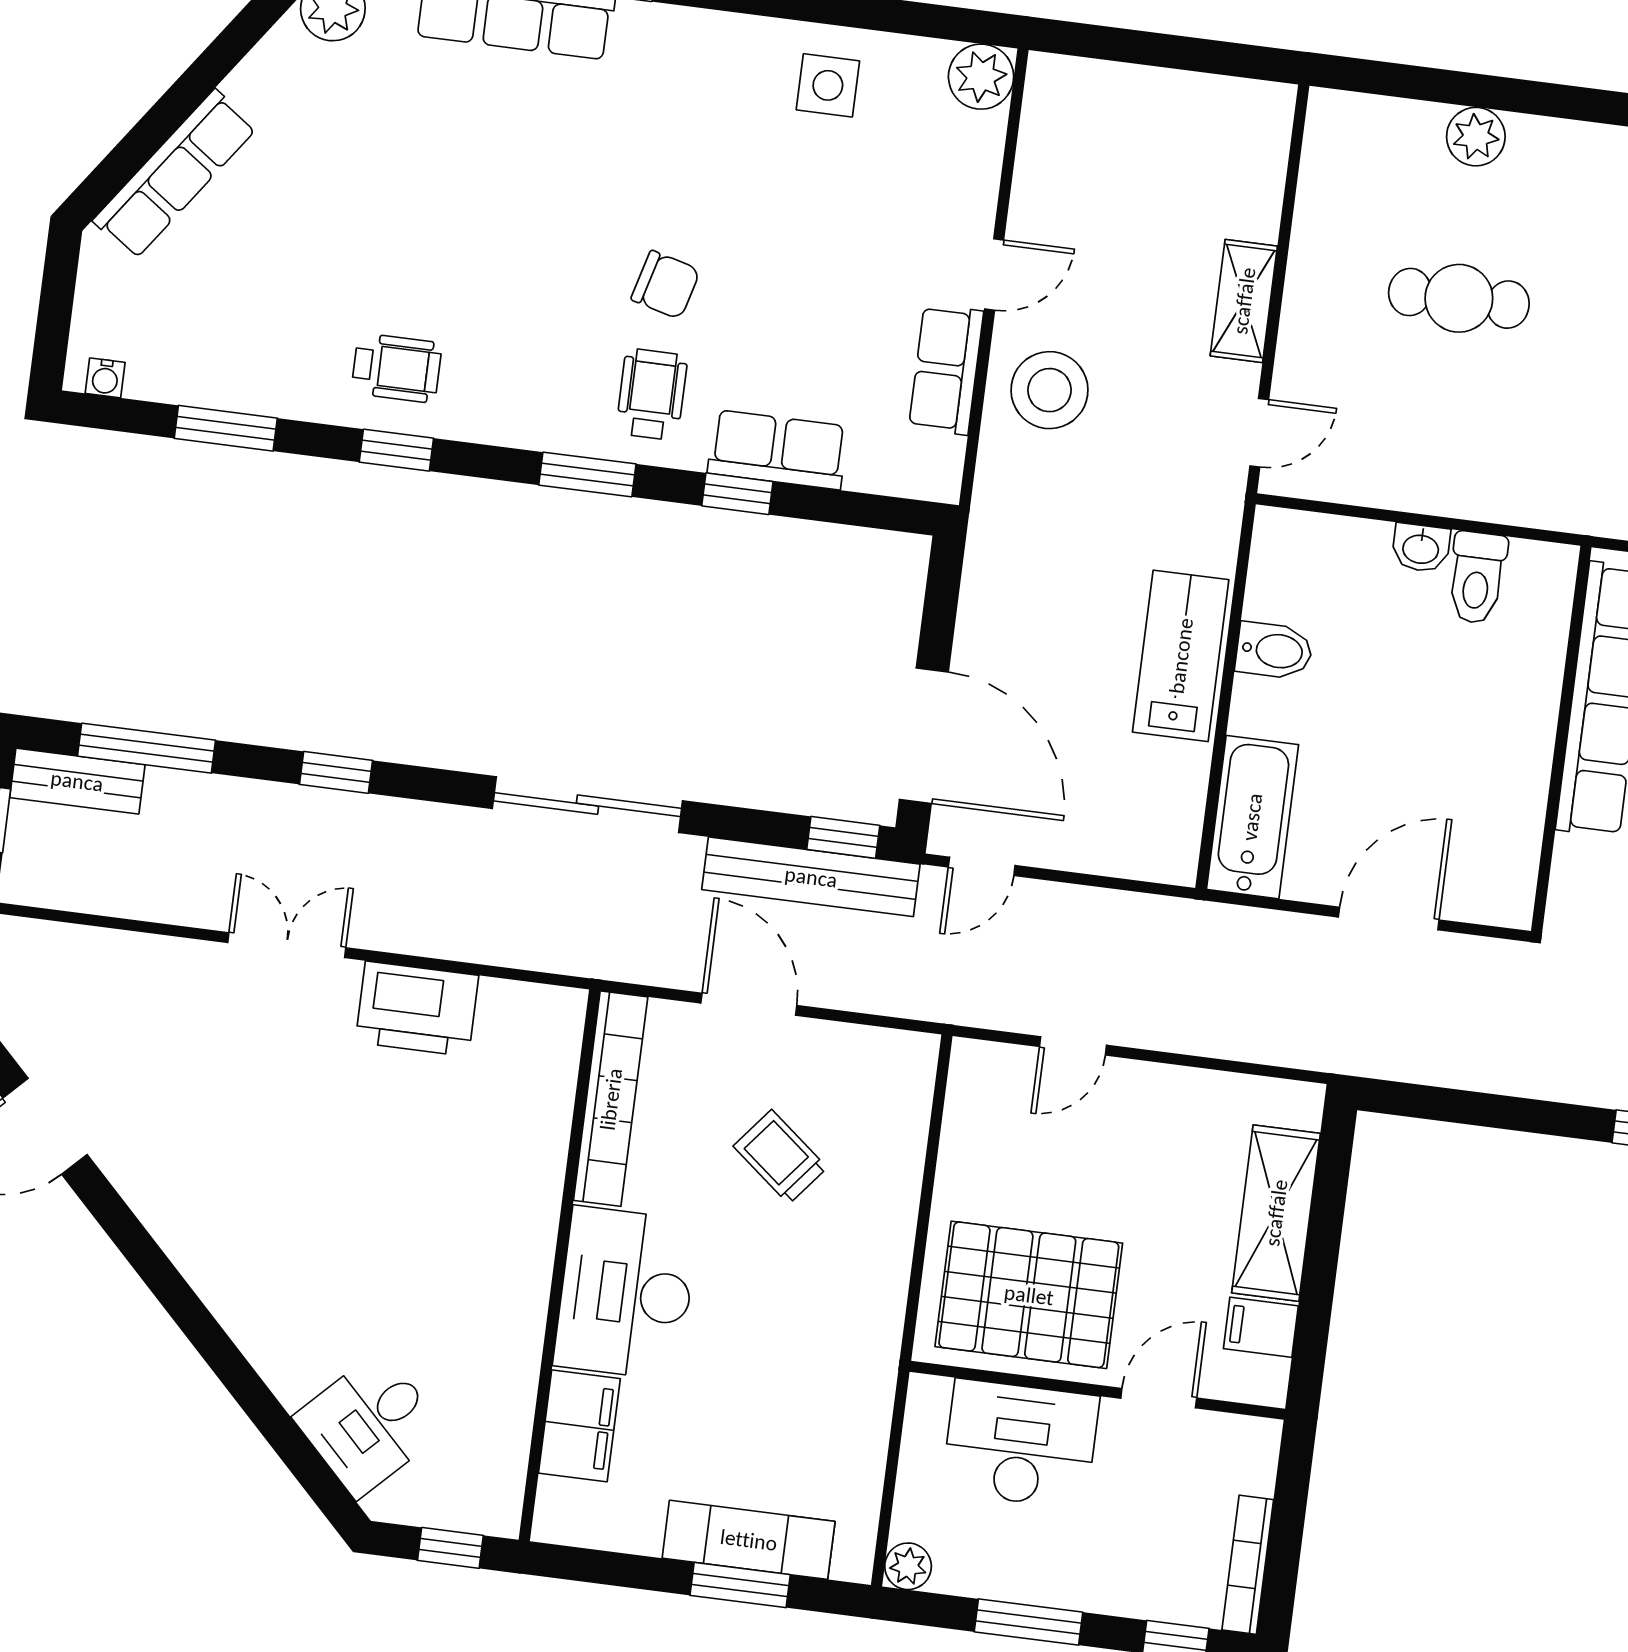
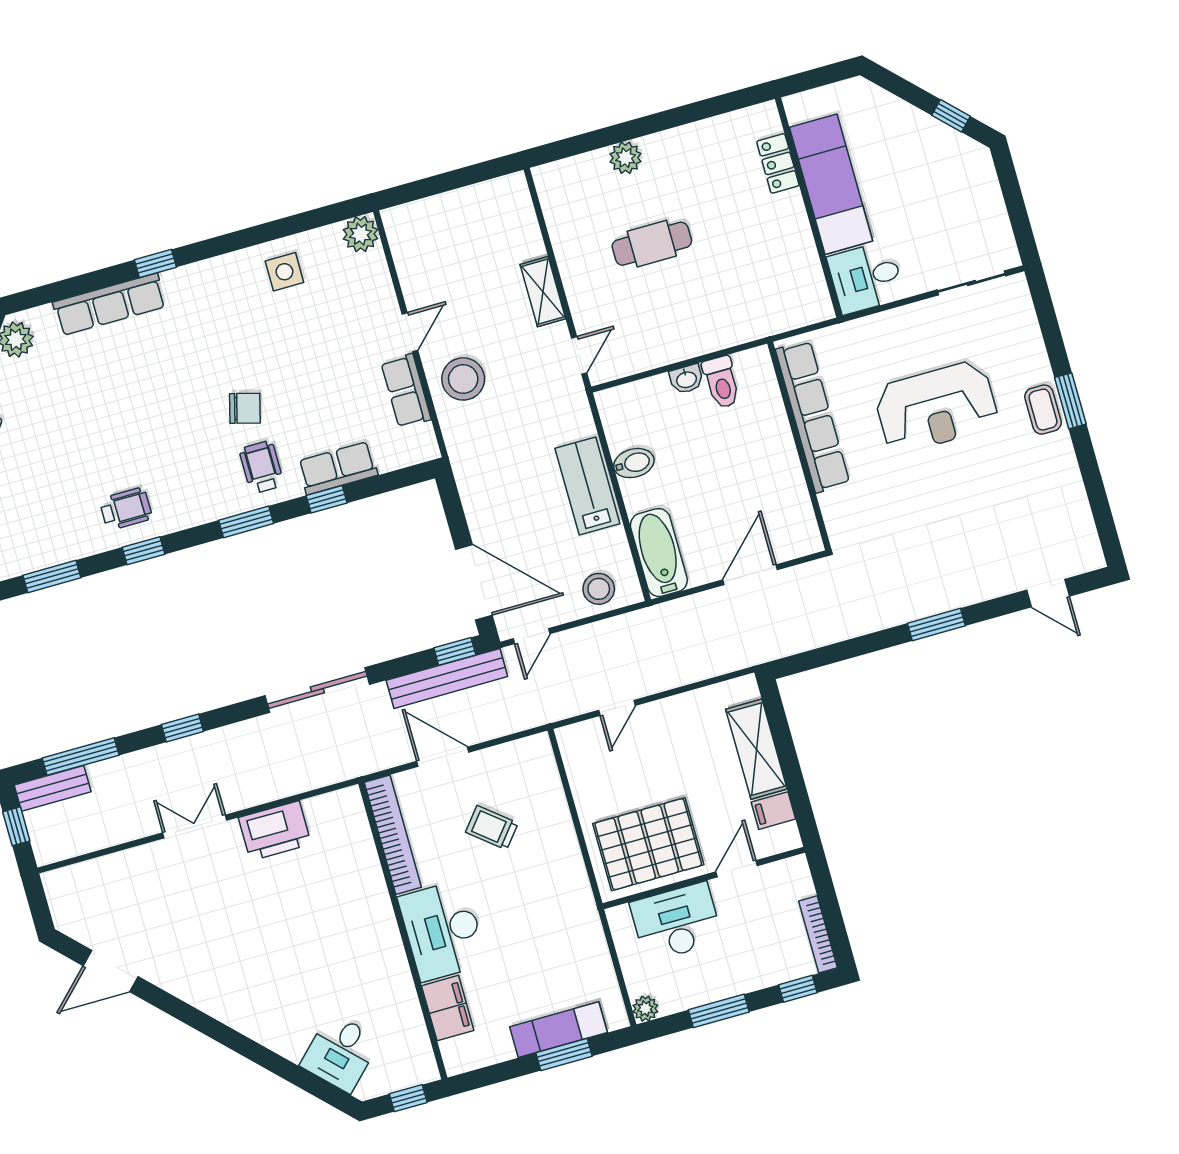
stool: (1127, 835) -> (599, 589), added

